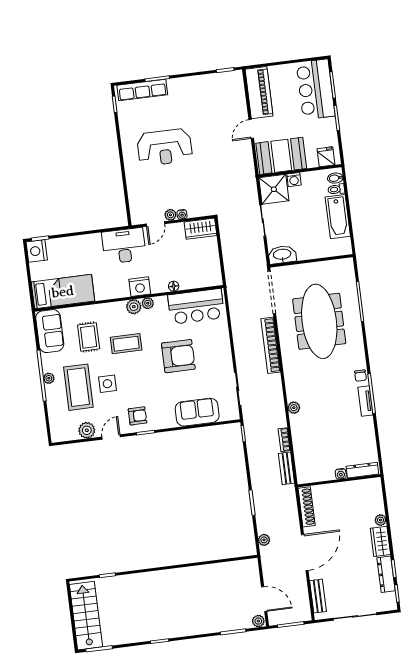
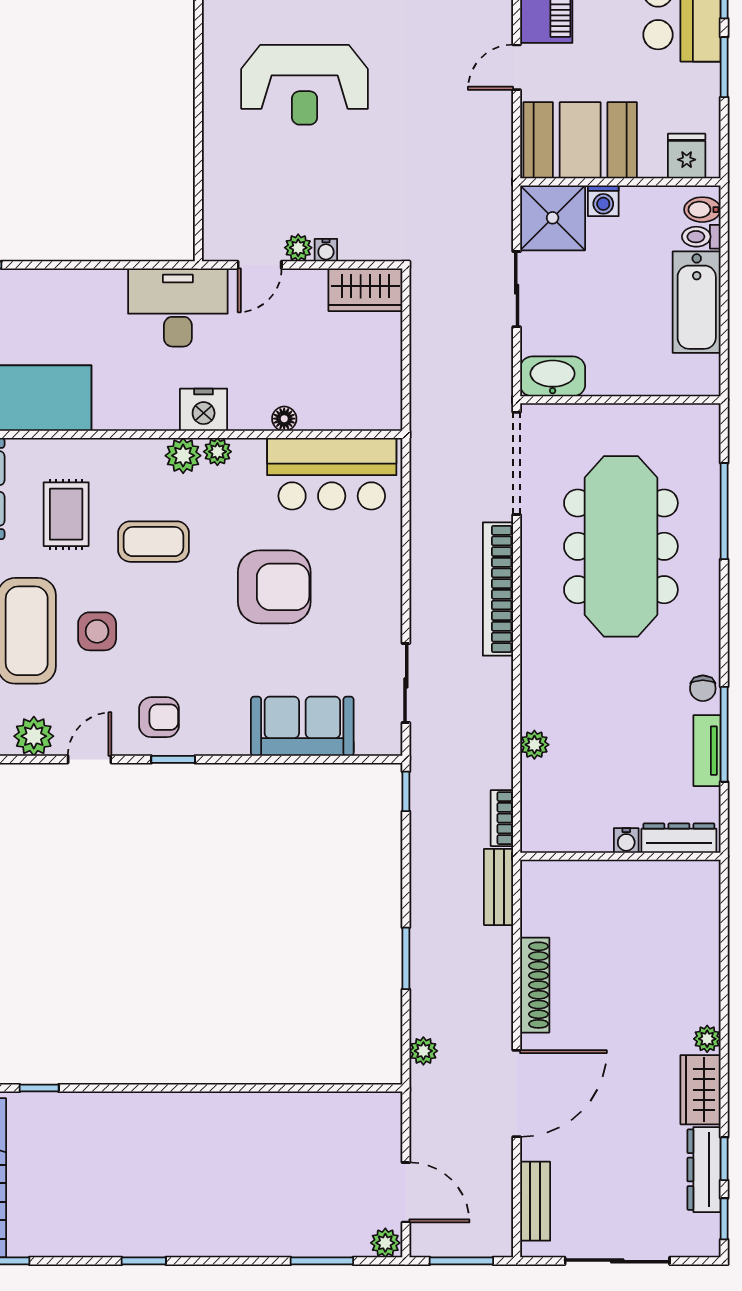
dresser: (362, 470) -> (679, 838), moved
water cooler: (341, 474) -> (626, 840), moved
wall: (339, 481) -> (620, 856), moved

